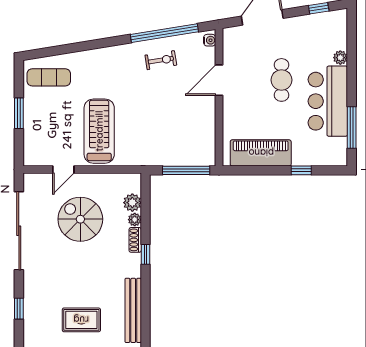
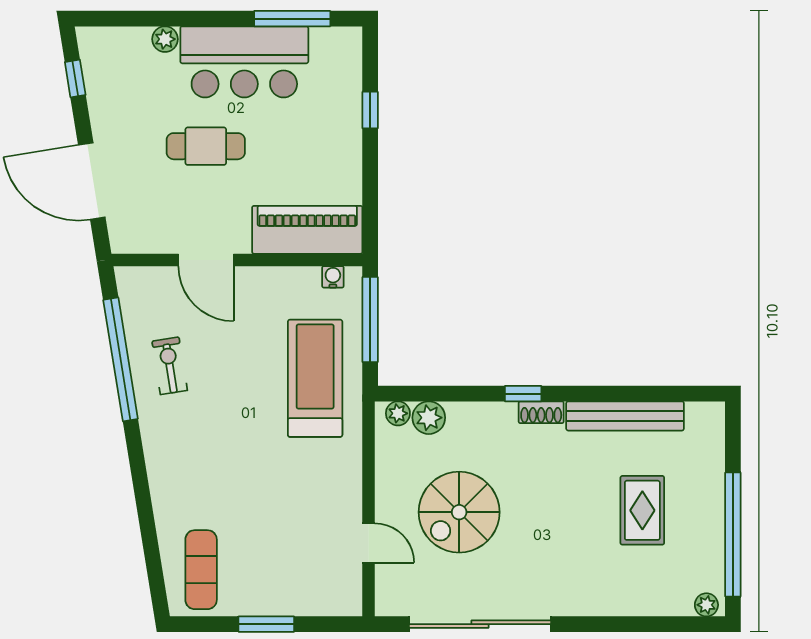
water cooler: (210, 40) -> (333, 277), moved
treadmill: (99, 131) -> (315, 378), moved, turned 90
piano: (261, 153) -> (307, 230), moved, turned 90
plant: (135, 220) -> (398, 413), moved
shoe rack: (135, 240) -> (541, 412), moved
window: (19, 309) -> (622, 624), removed

